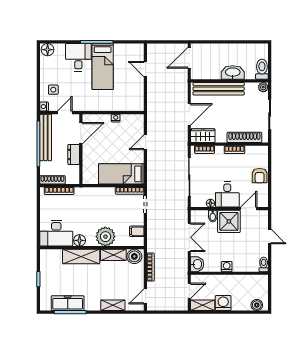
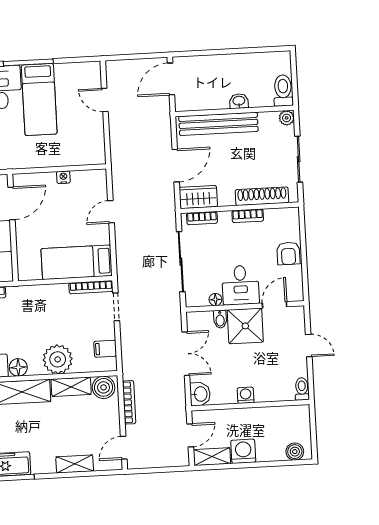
washbasin: (233, 73) -> (239, 101), width x0.52, depth x0.69

